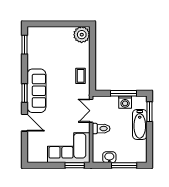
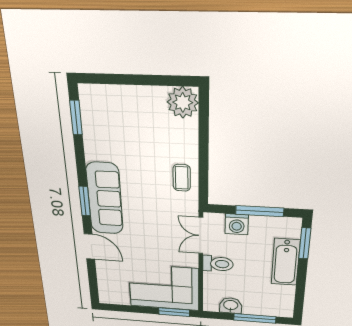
washing machine: (125, 102) -> (237, 224), moved

